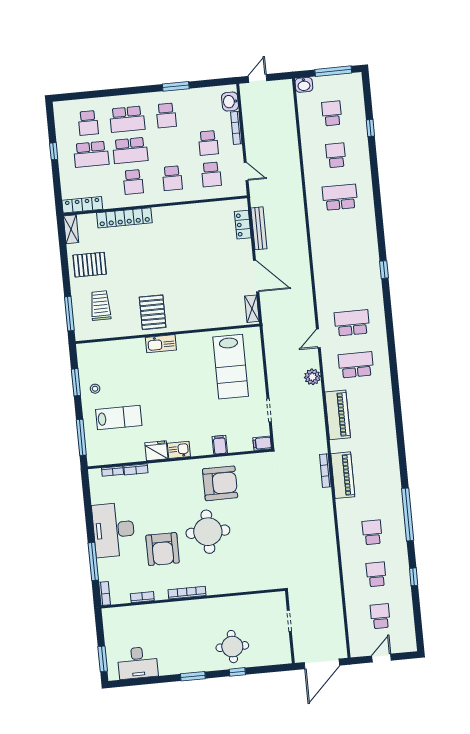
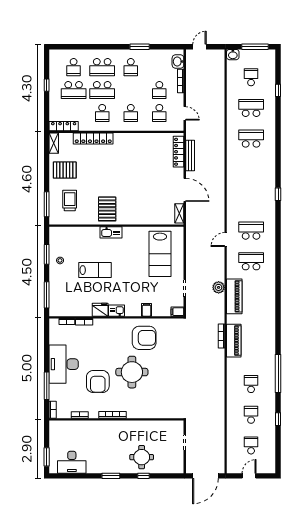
school desk: (336, 155) -> (251, 108), width x1.85
locker: (243, 225) -> (179, 152), width x1.53
plant: (312, 377) -> (219, 287), moved
lab bench: (119, 418) -> (95, 270), moved

